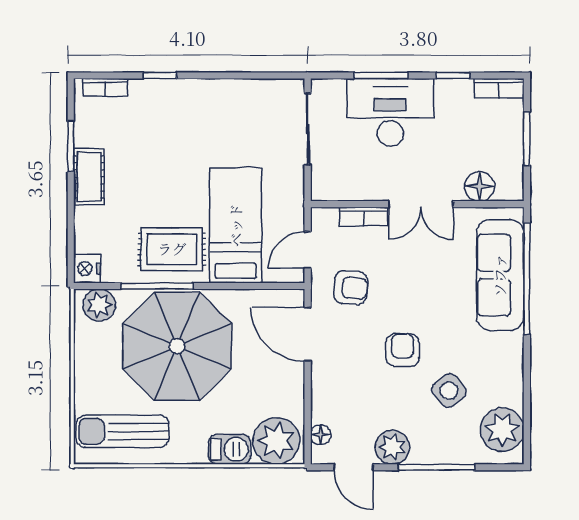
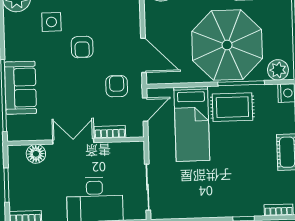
sofa: (500, 275) -> (20, 88), width x0.73
armchair: (351, 288) -> (117, 86), turned 84
side table: (449, 391) -> (51, 22), turned 38

